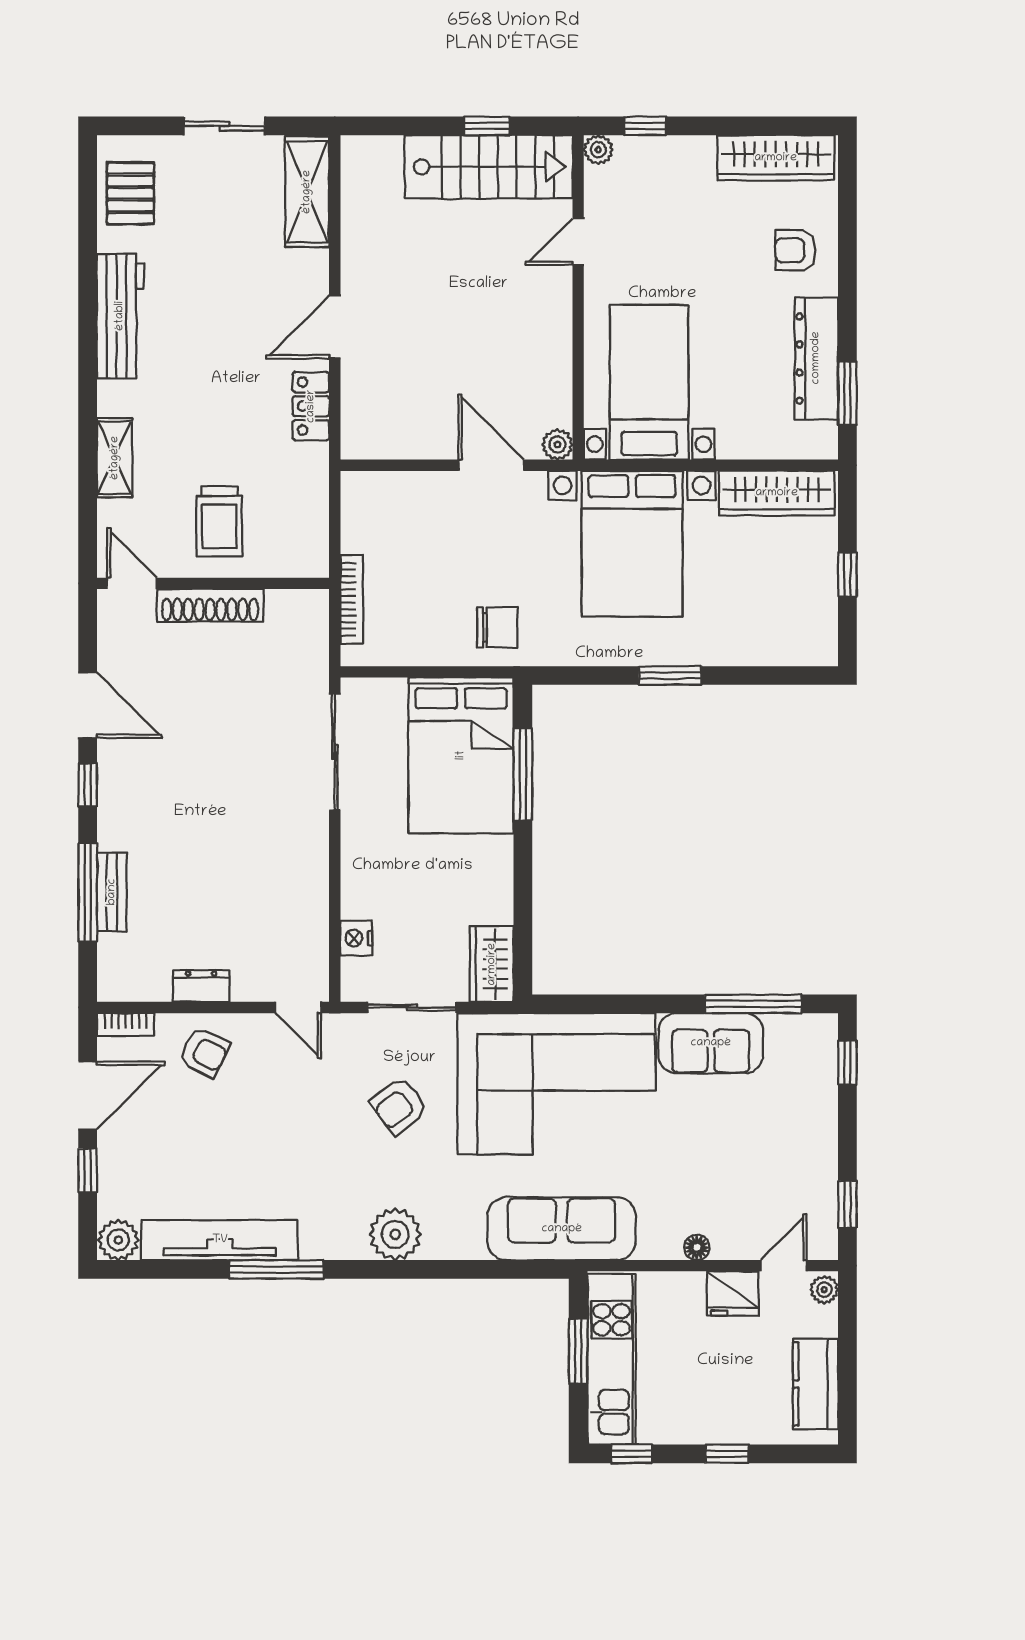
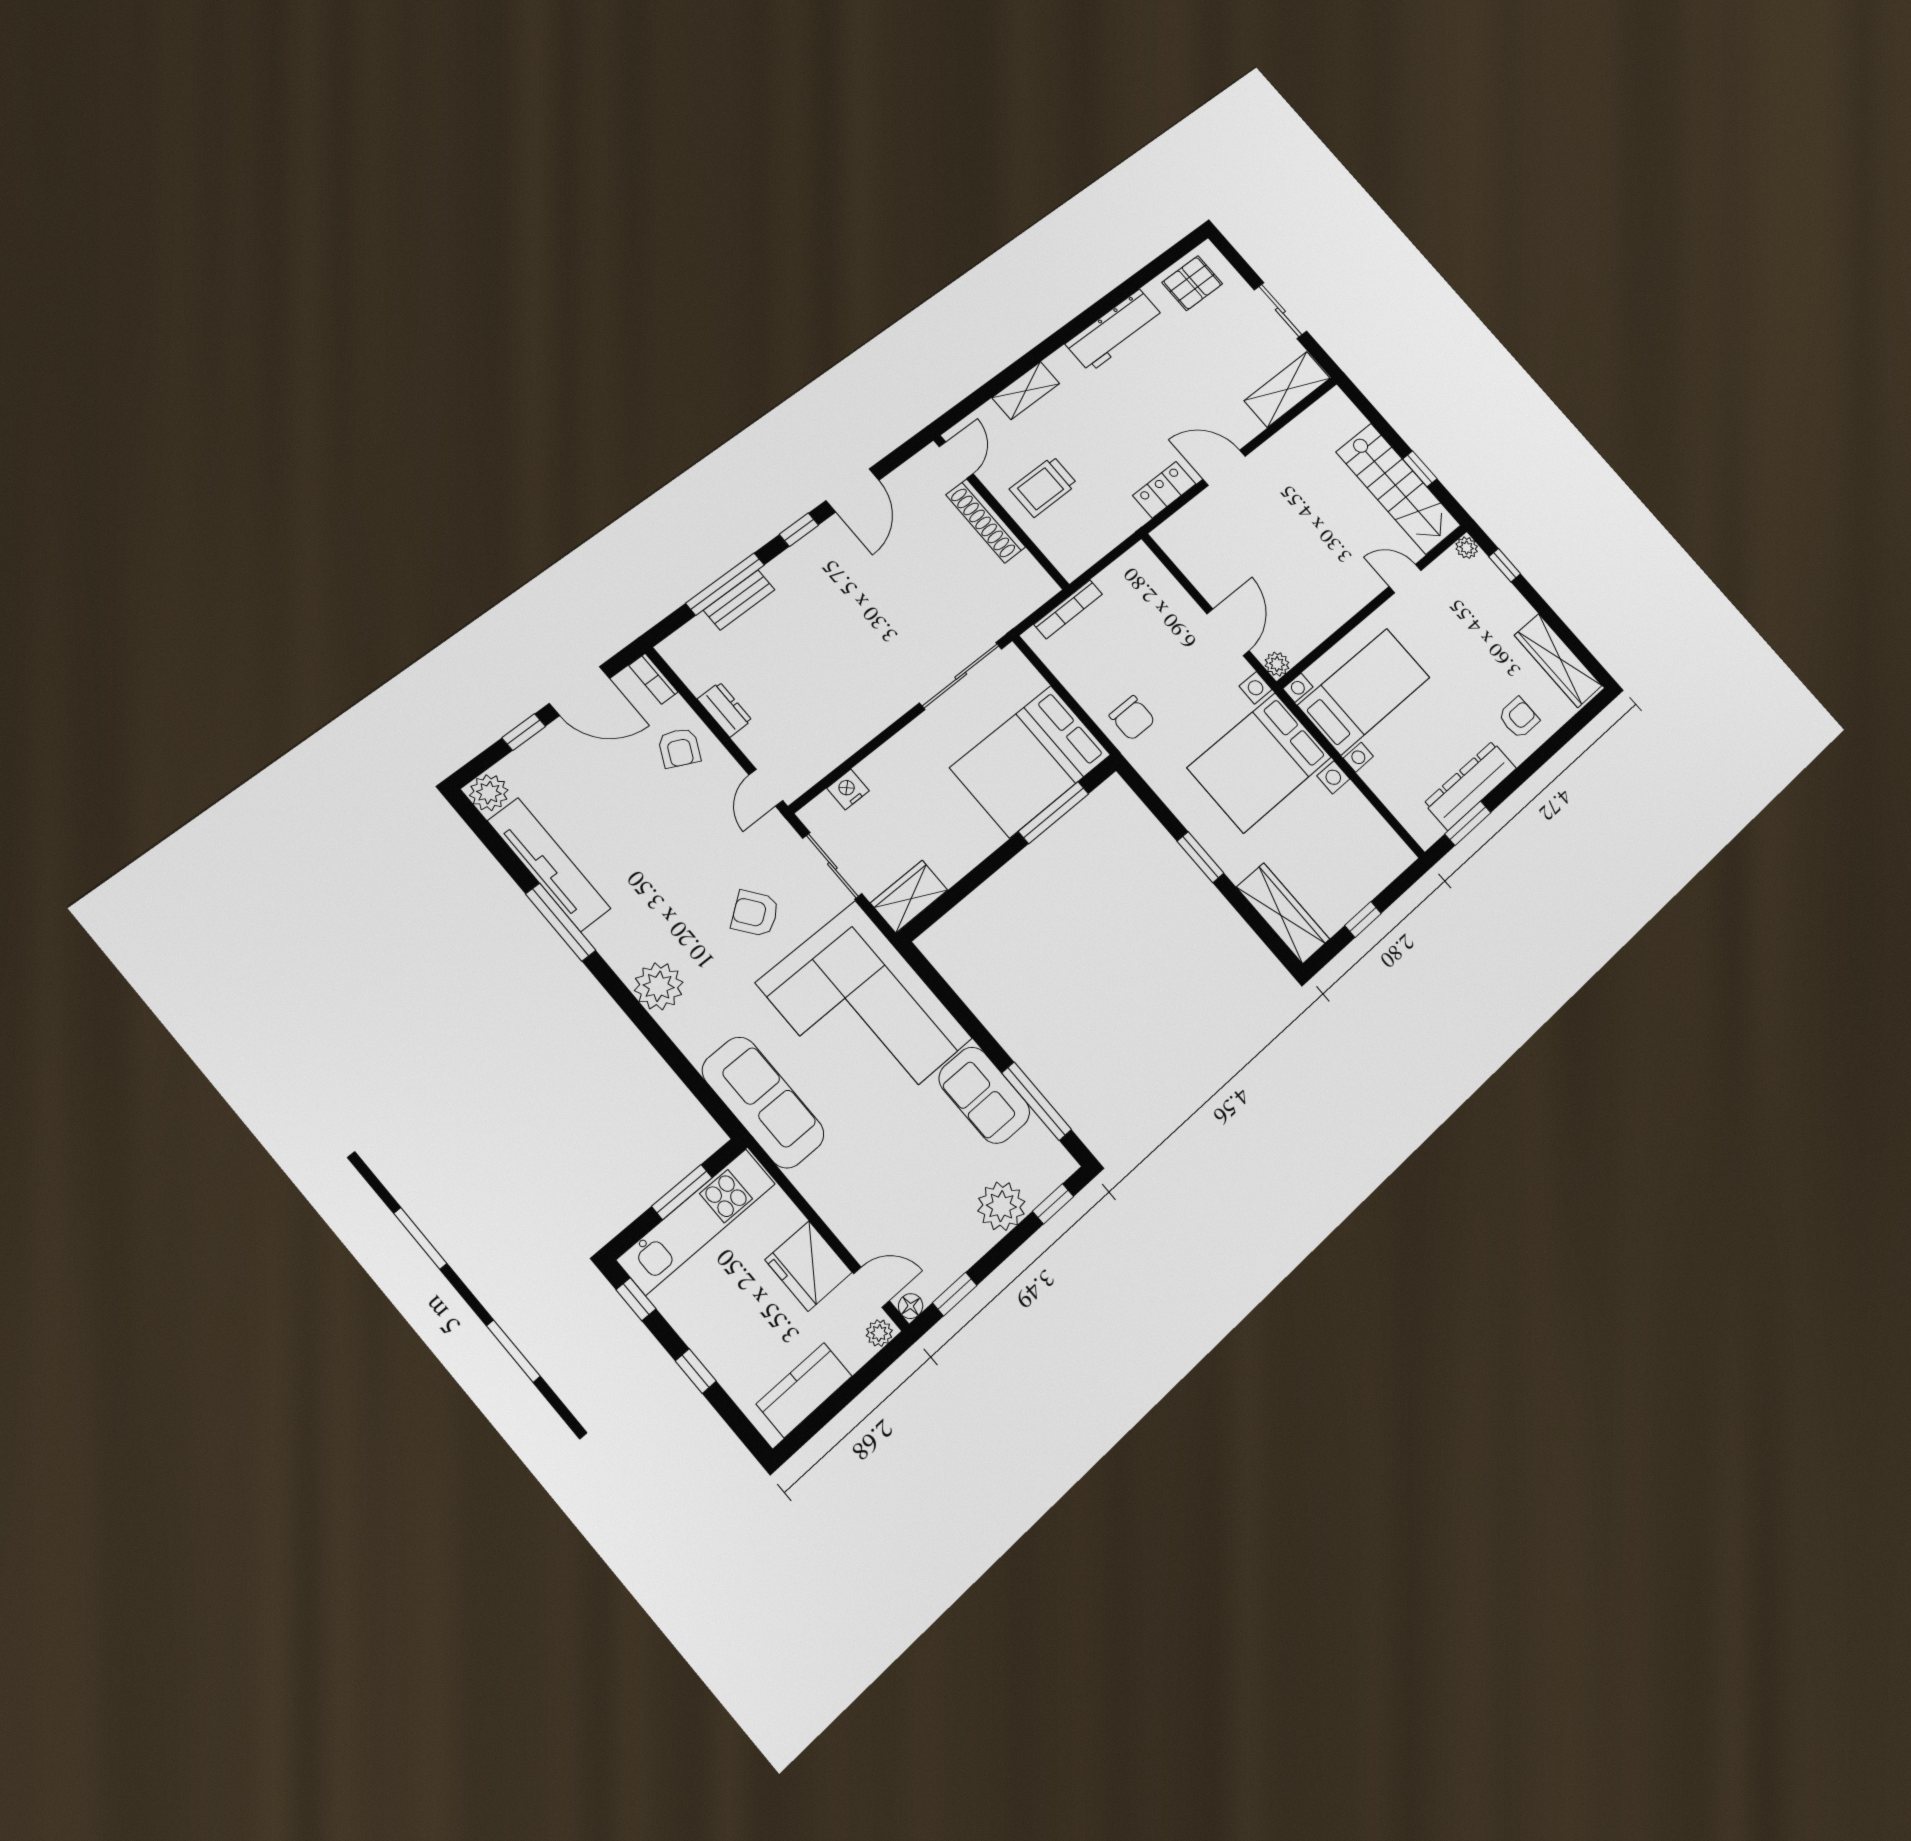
armchair: (795, 250) -> (1519, 718), turned 90
wardrobe: (777, 493) -> (1283, 913), moved, turned 180
plant: (812, 1107) -> (1001, 1206), added
floor lamp: (697, 1247) -> (911, 1306), moved
fridge: (733, 1294) -> (809, 1266), width x1.36, depth x1.34

